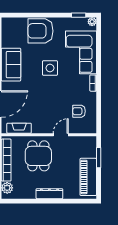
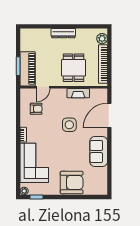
side table: (50, 68) -> (69, 125), moved
fireplace: (19, 128) -> (78, 93), moved
door: (61, 135) -> (43, 87), moved
piano: (88, 177) -> (28, 69), moved

